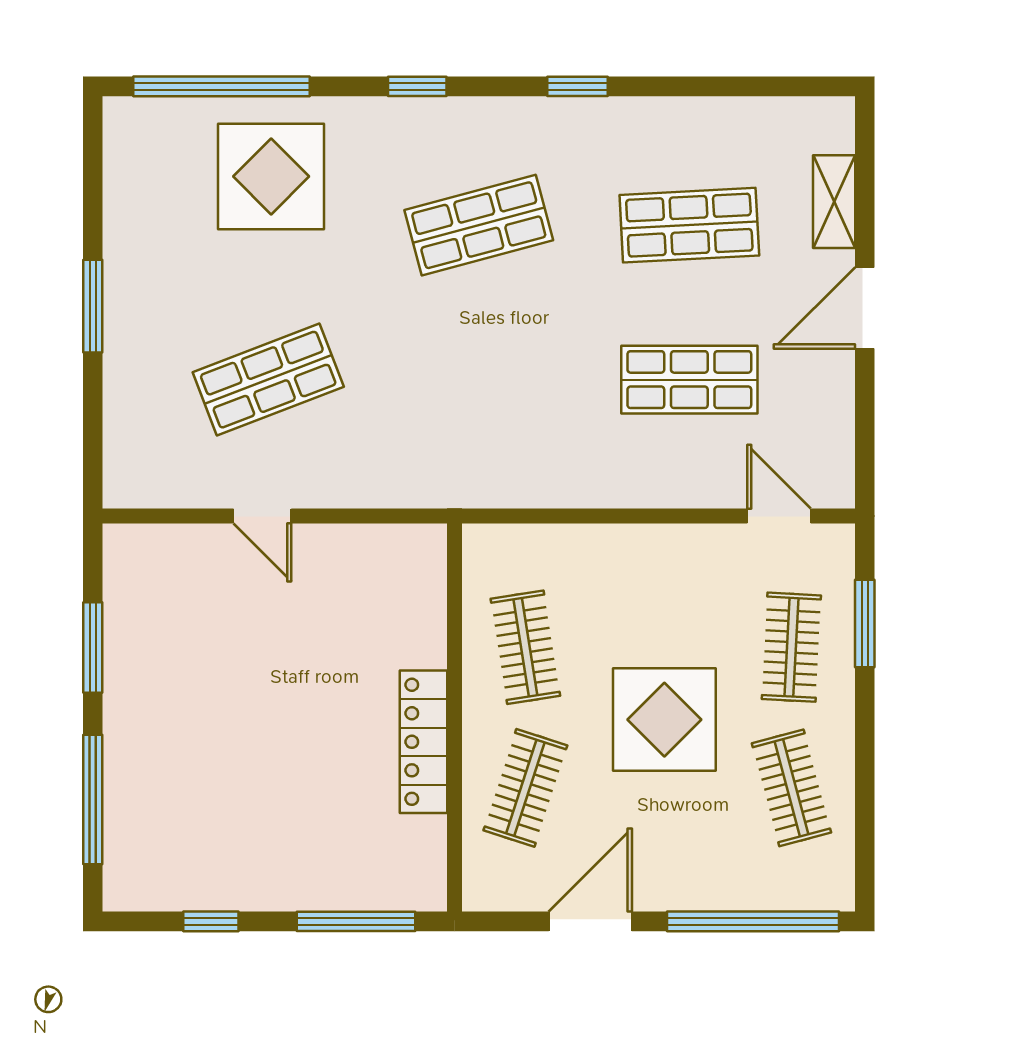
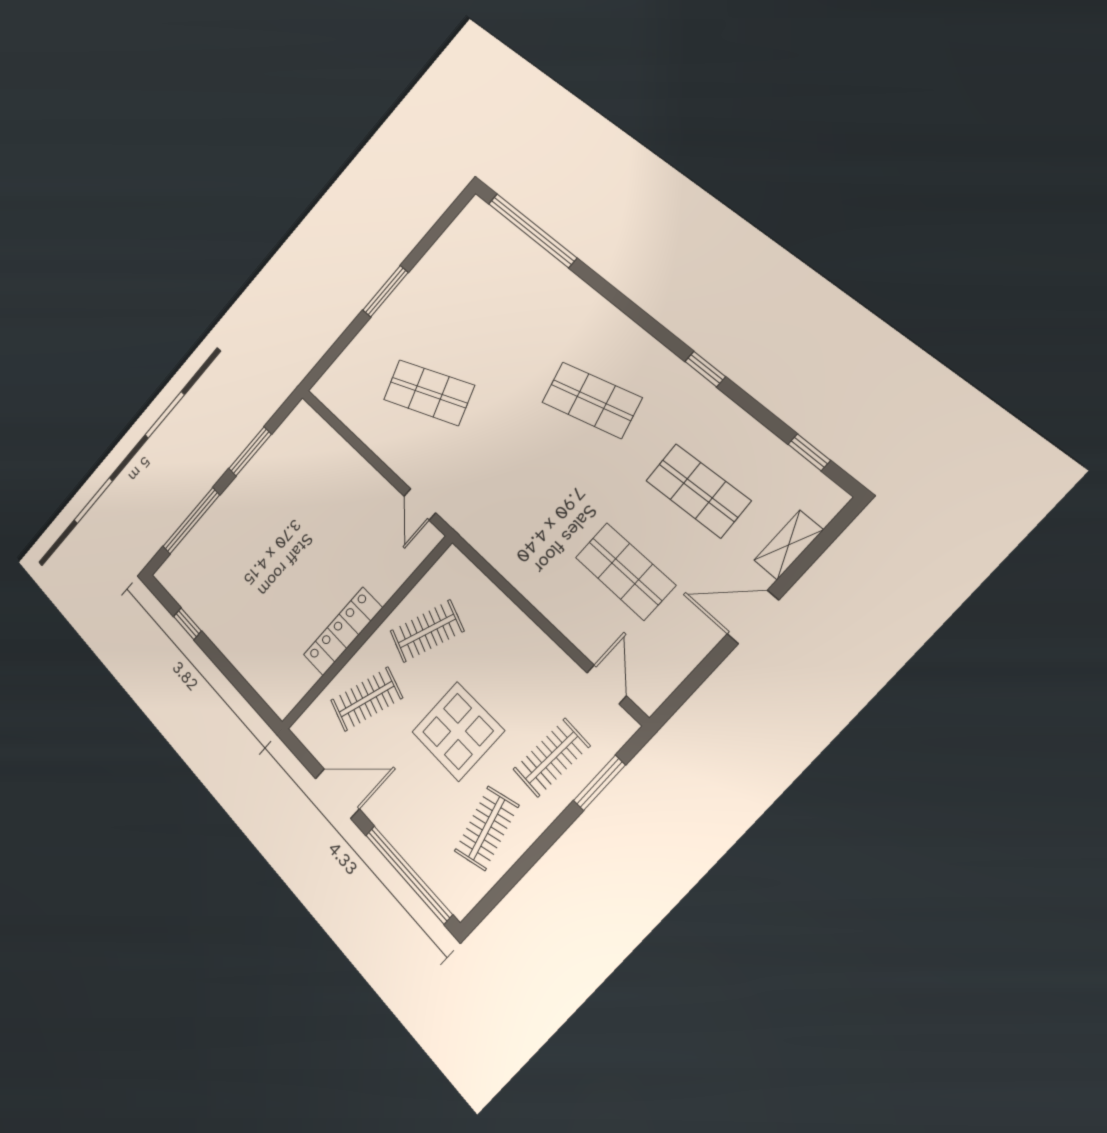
window: (417, 86) -> (809, 452), moved
display table: (271, 176) -> (516, 294), removed
door: (262, 516) -> (420, 504), moved
clothes rail: (525, 647) -> (427, 631), turned 30
window: (356, 921) -> (242, 686), removed

